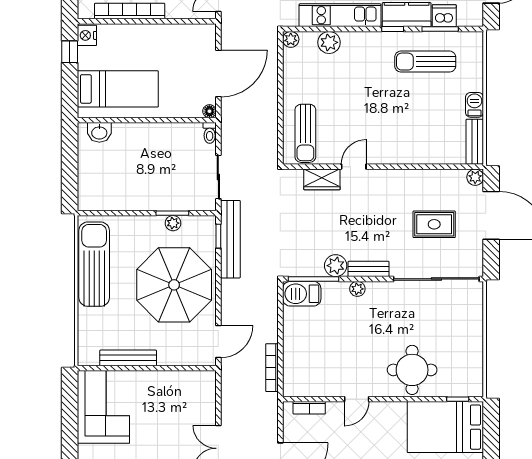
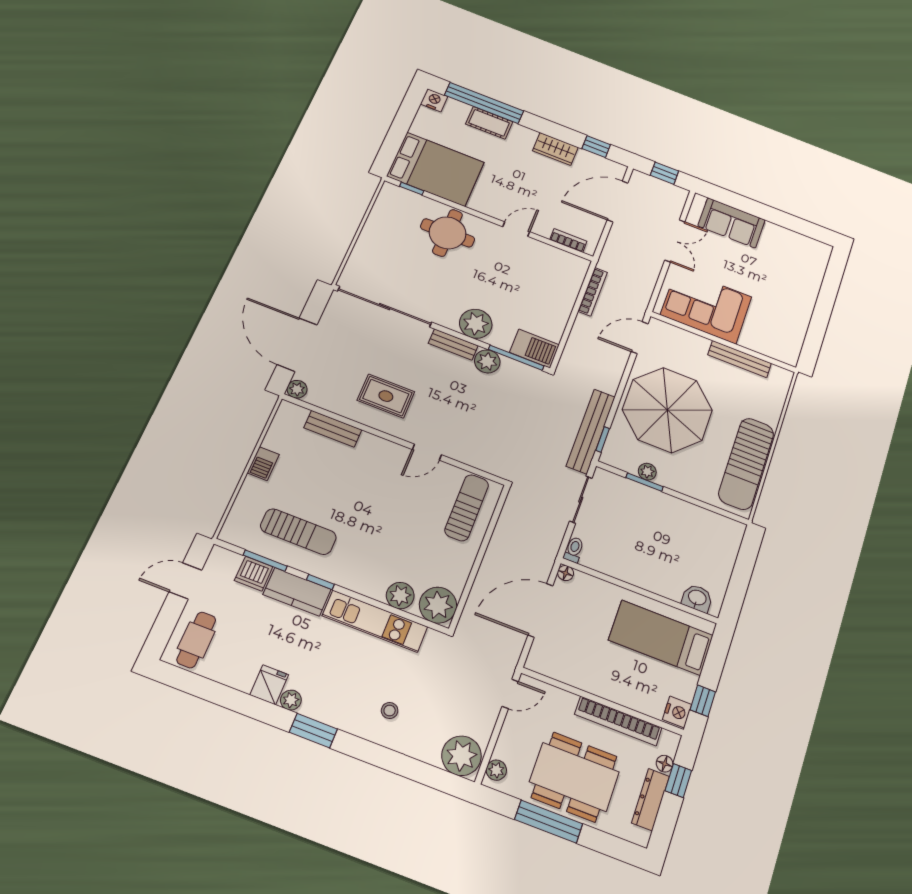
plant: (291, 39) -> (438, 605), width x1.87, depth x1.87
bench: (475, 142) -> (333, 429), moved, turned 90
wardrobe: (322, 179) -> (467, 453), removed
rug: (434, 224) -> (386, 396), moved
plant: (357, 289) -> (476, 324), width x1.87, depth x1.87
corner sofa: (103, 407) -> (706, 306), moved, turned 90

